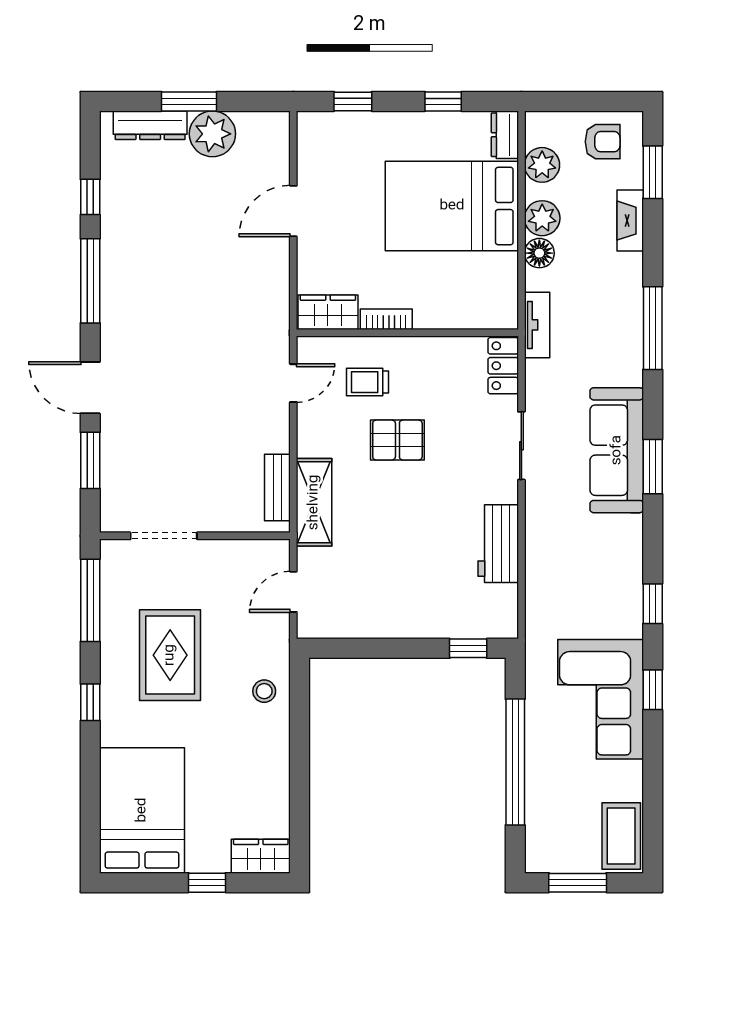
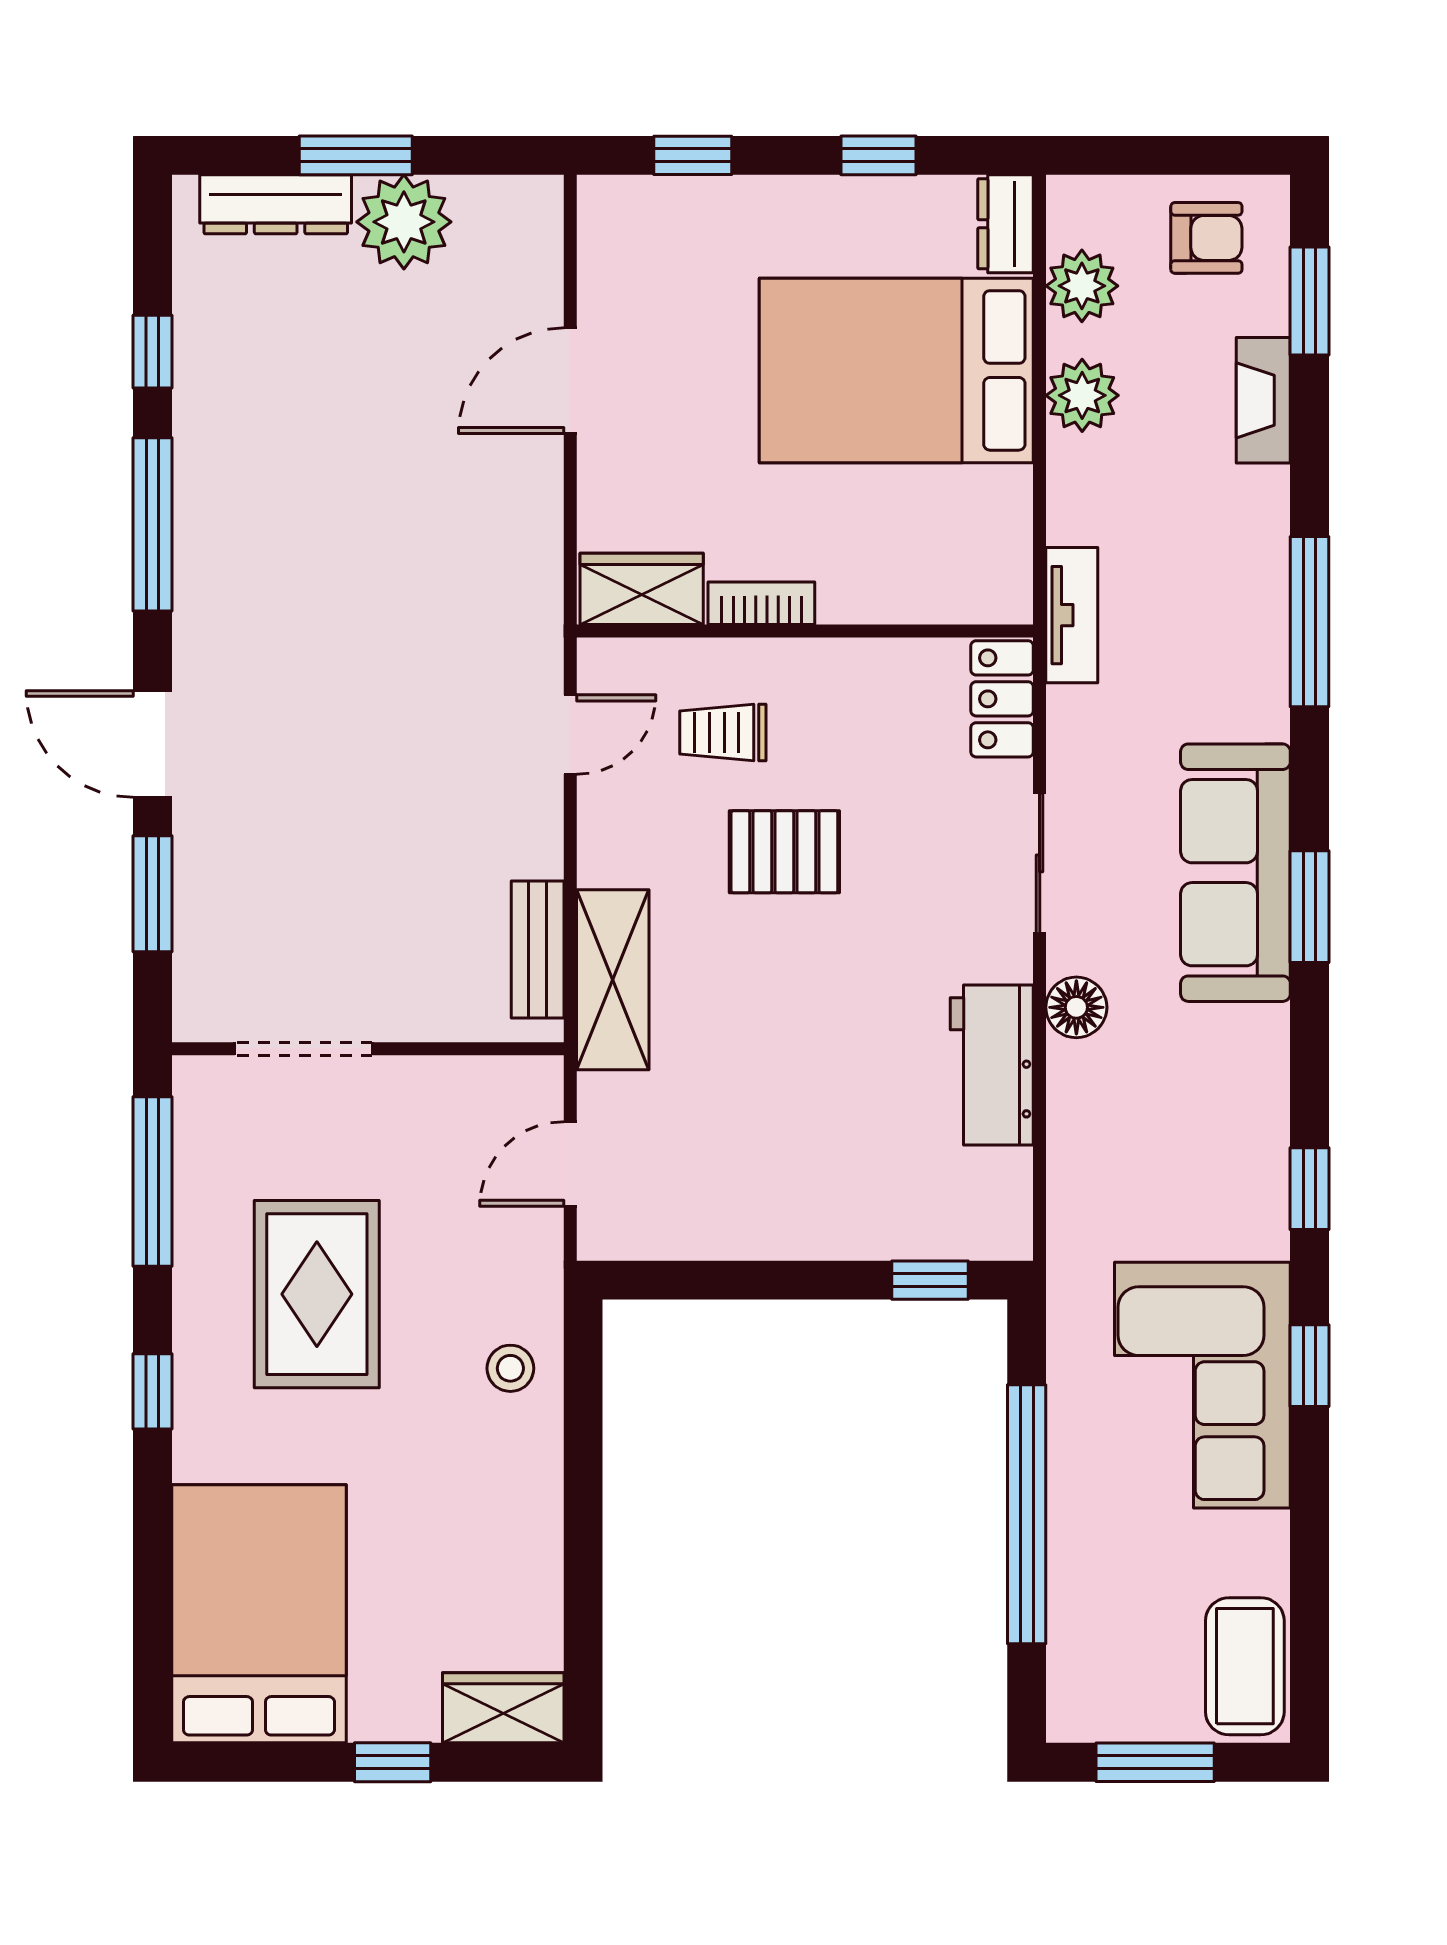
floor lamp: (539, 253) -> (1076, 1007), moved

